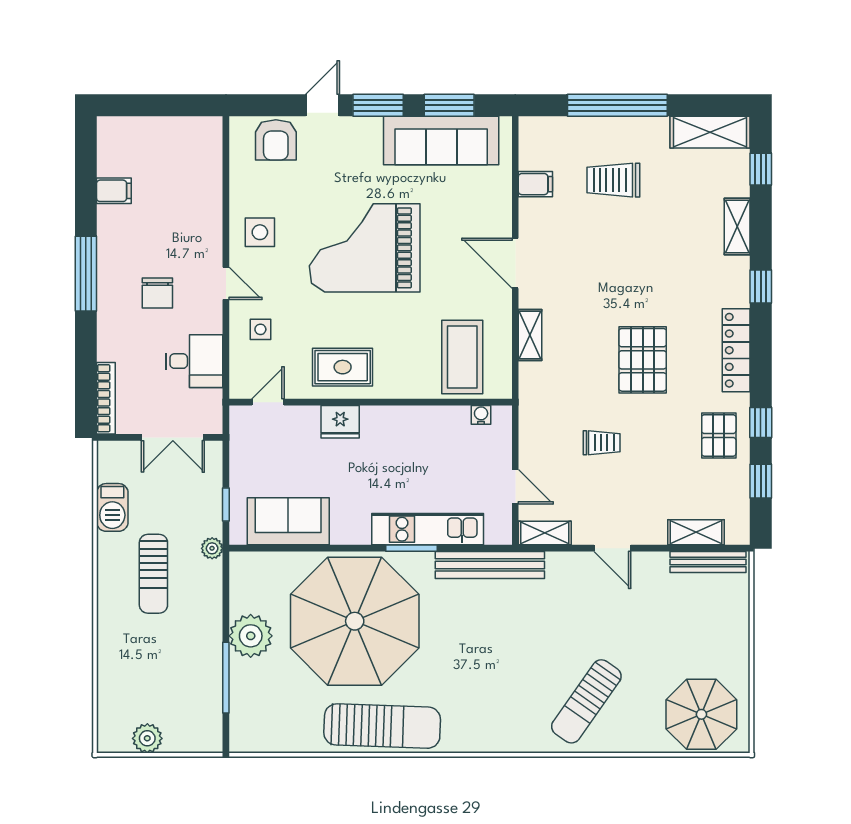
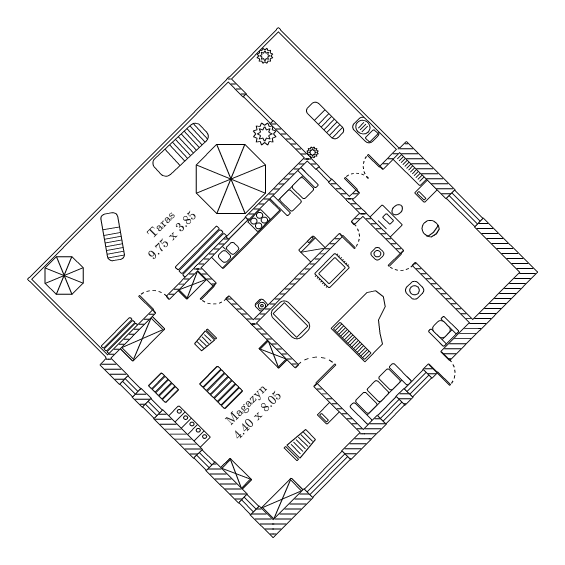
filing cabinet: (114, 191) -> (426, 191), moved
kitchen unit: (428, 529) -> (246, 234), width x1.36
shelving: (696, 532) -> (142, 339), width x1.50, depth x1.33

